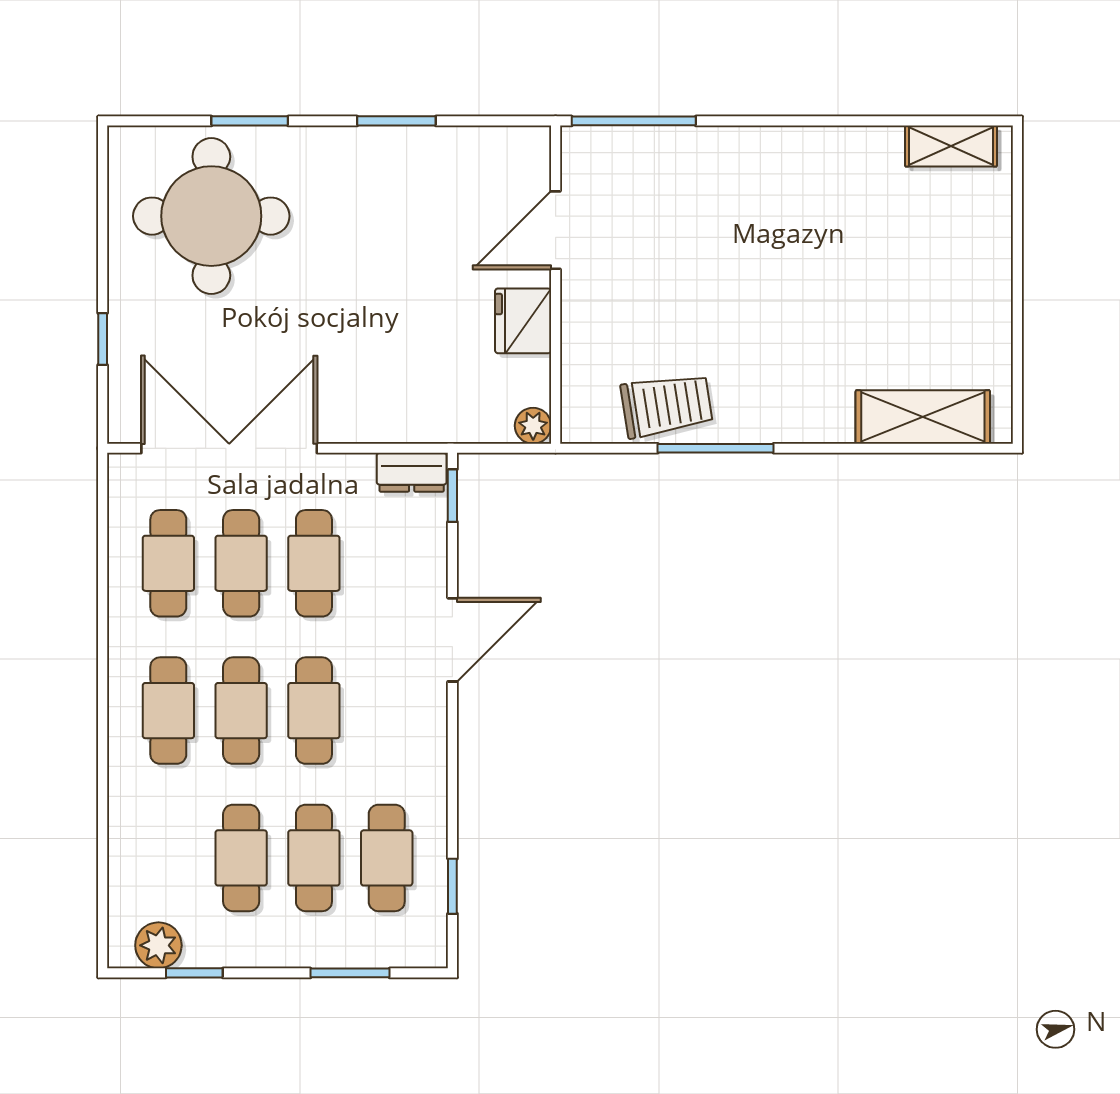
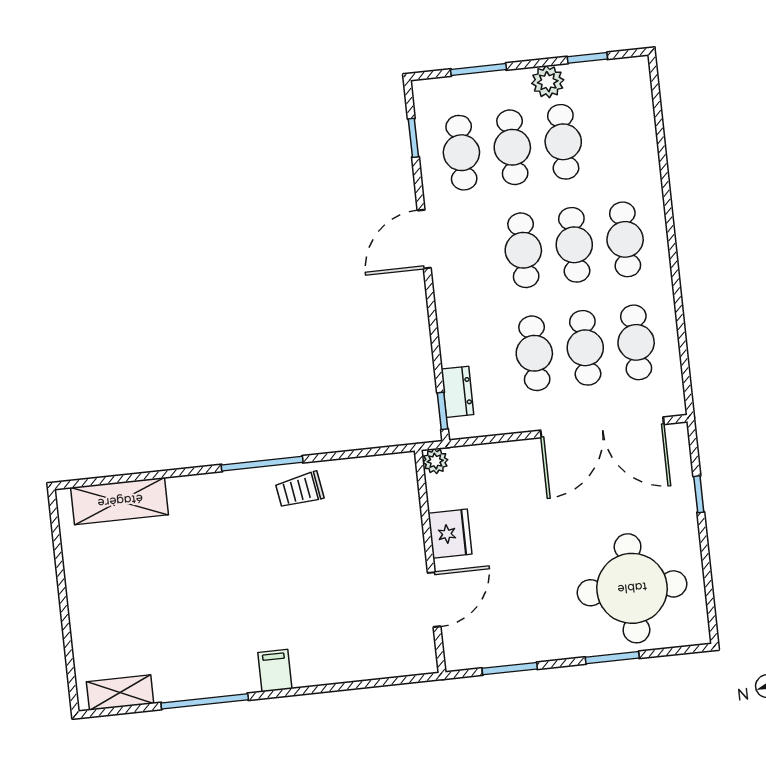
window: (634, 121) -> (205, 701), moved
filing cabinet: (729, 154) -> (275, 671), added
door: (556, 230) -> (434, 600), moved
wall: (556, 285) -> (430, 561), moved
fridge: (523, 321) -> (450, 534), moved
trolley: (667, 405) -> (300, 490), width x0.73, depth x0.72
plant: (533, 426) -> (435, 461), moved
dresser: (412, 472) -> (457, 392), moved, turned 90
door: (452, 640) -> (424, 239), moved
plant: (158, 945) -> (548, 82), moved

